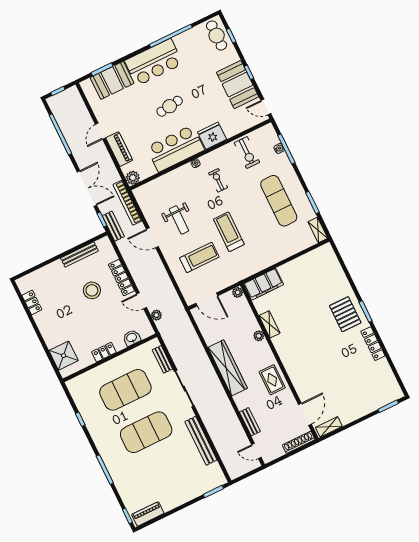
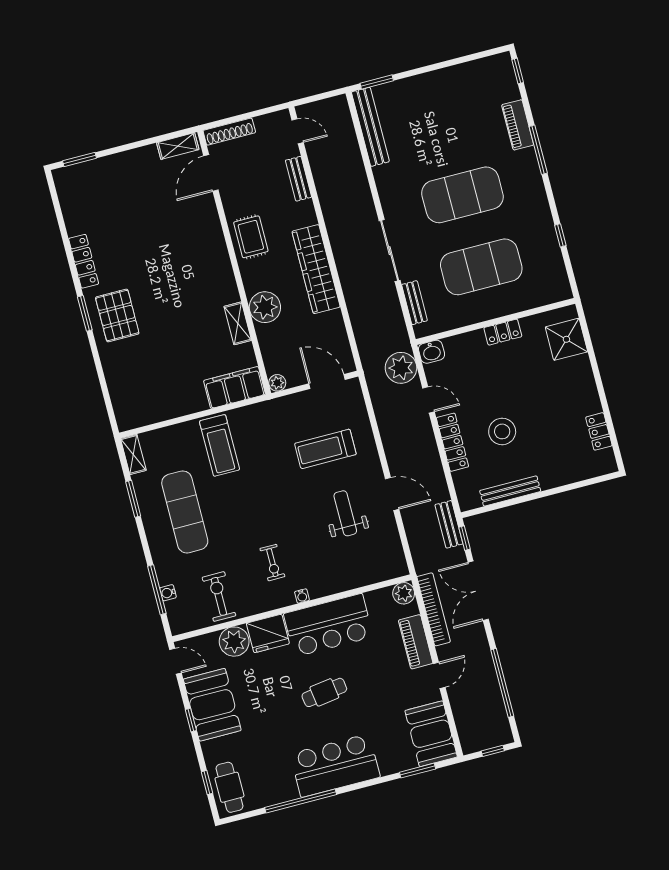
booth: (112, 80) -> (431, 734), moved, turned 90
plant: (232, 127) -> (234, 642), added
bookcase: (127, 203) -> (434, 609), moved
treadmill: (229, 232) -> (219, 445), moved
plant: (156, 315) -> (401, 368), width x1.88, depth x1.88
plant: (259, 336) -> (265, 307), width x1.87, depth x1.87
washbasin: (132, 338) -> (432, 352), moved
bench: (201, 441) -> (370, 127), moved
piano: (148, 514) -> (518, 125), moved, turned 90

